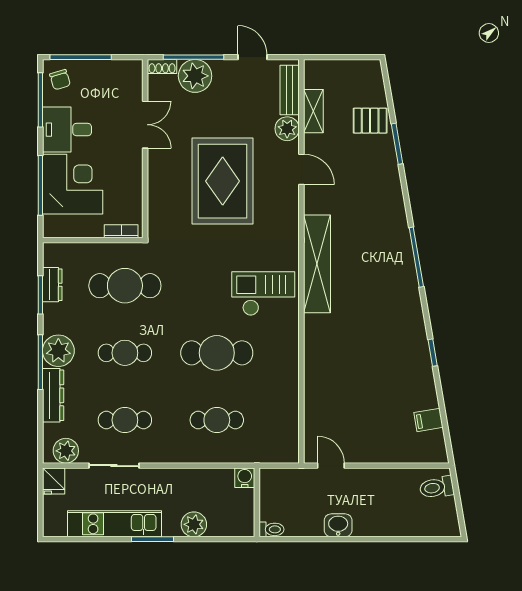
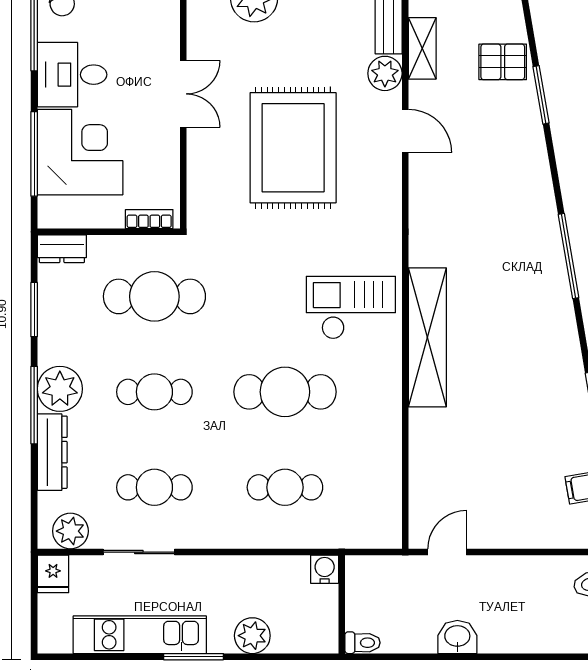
double door: (145, 125) -> (183, 94), moved
shelving: (317, 264) -> (427, 337), moved
dresser: (52, 285) -> (62, 249), moved, turned 90
door: (331, 466) -> (447, 552), hinge flipped

